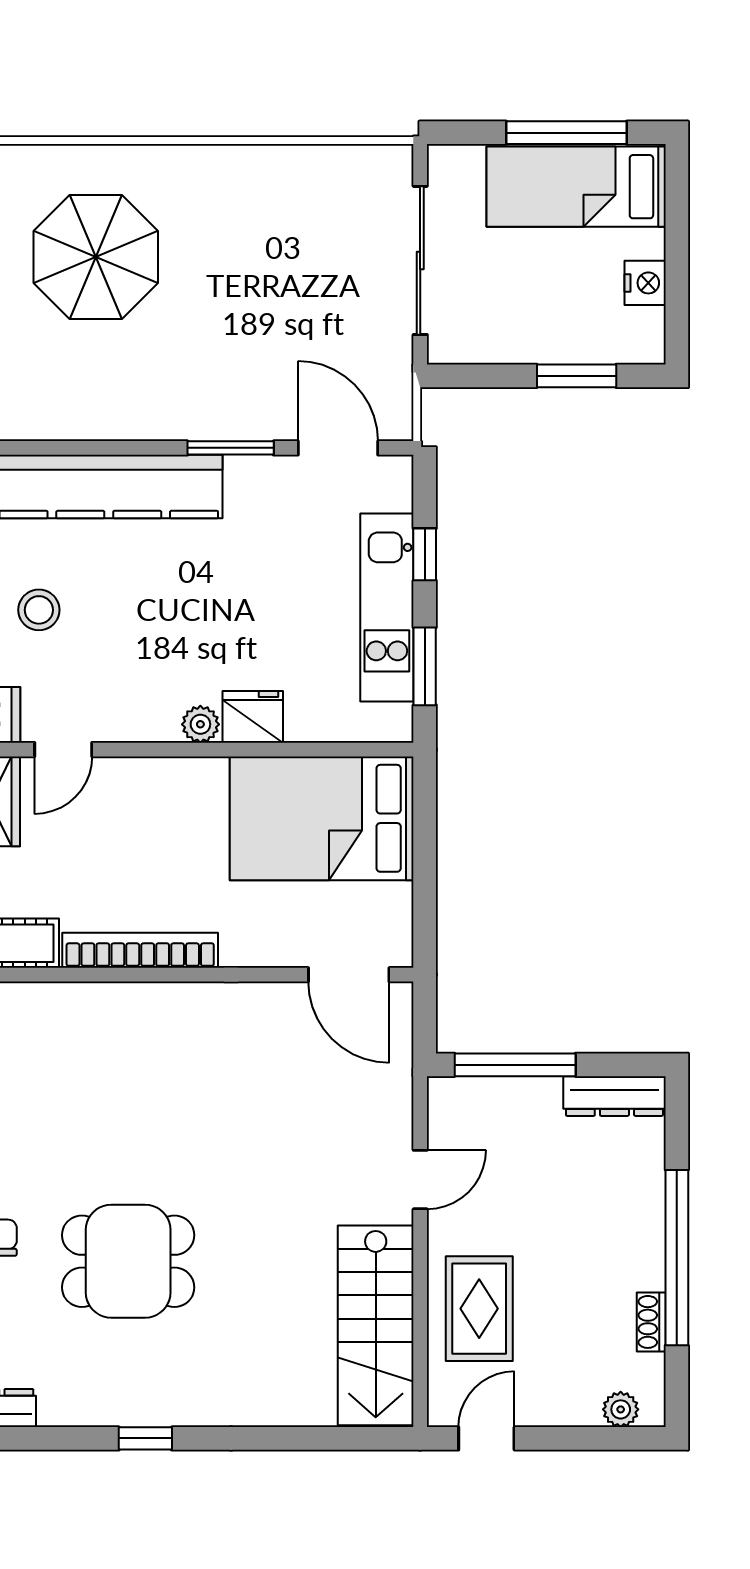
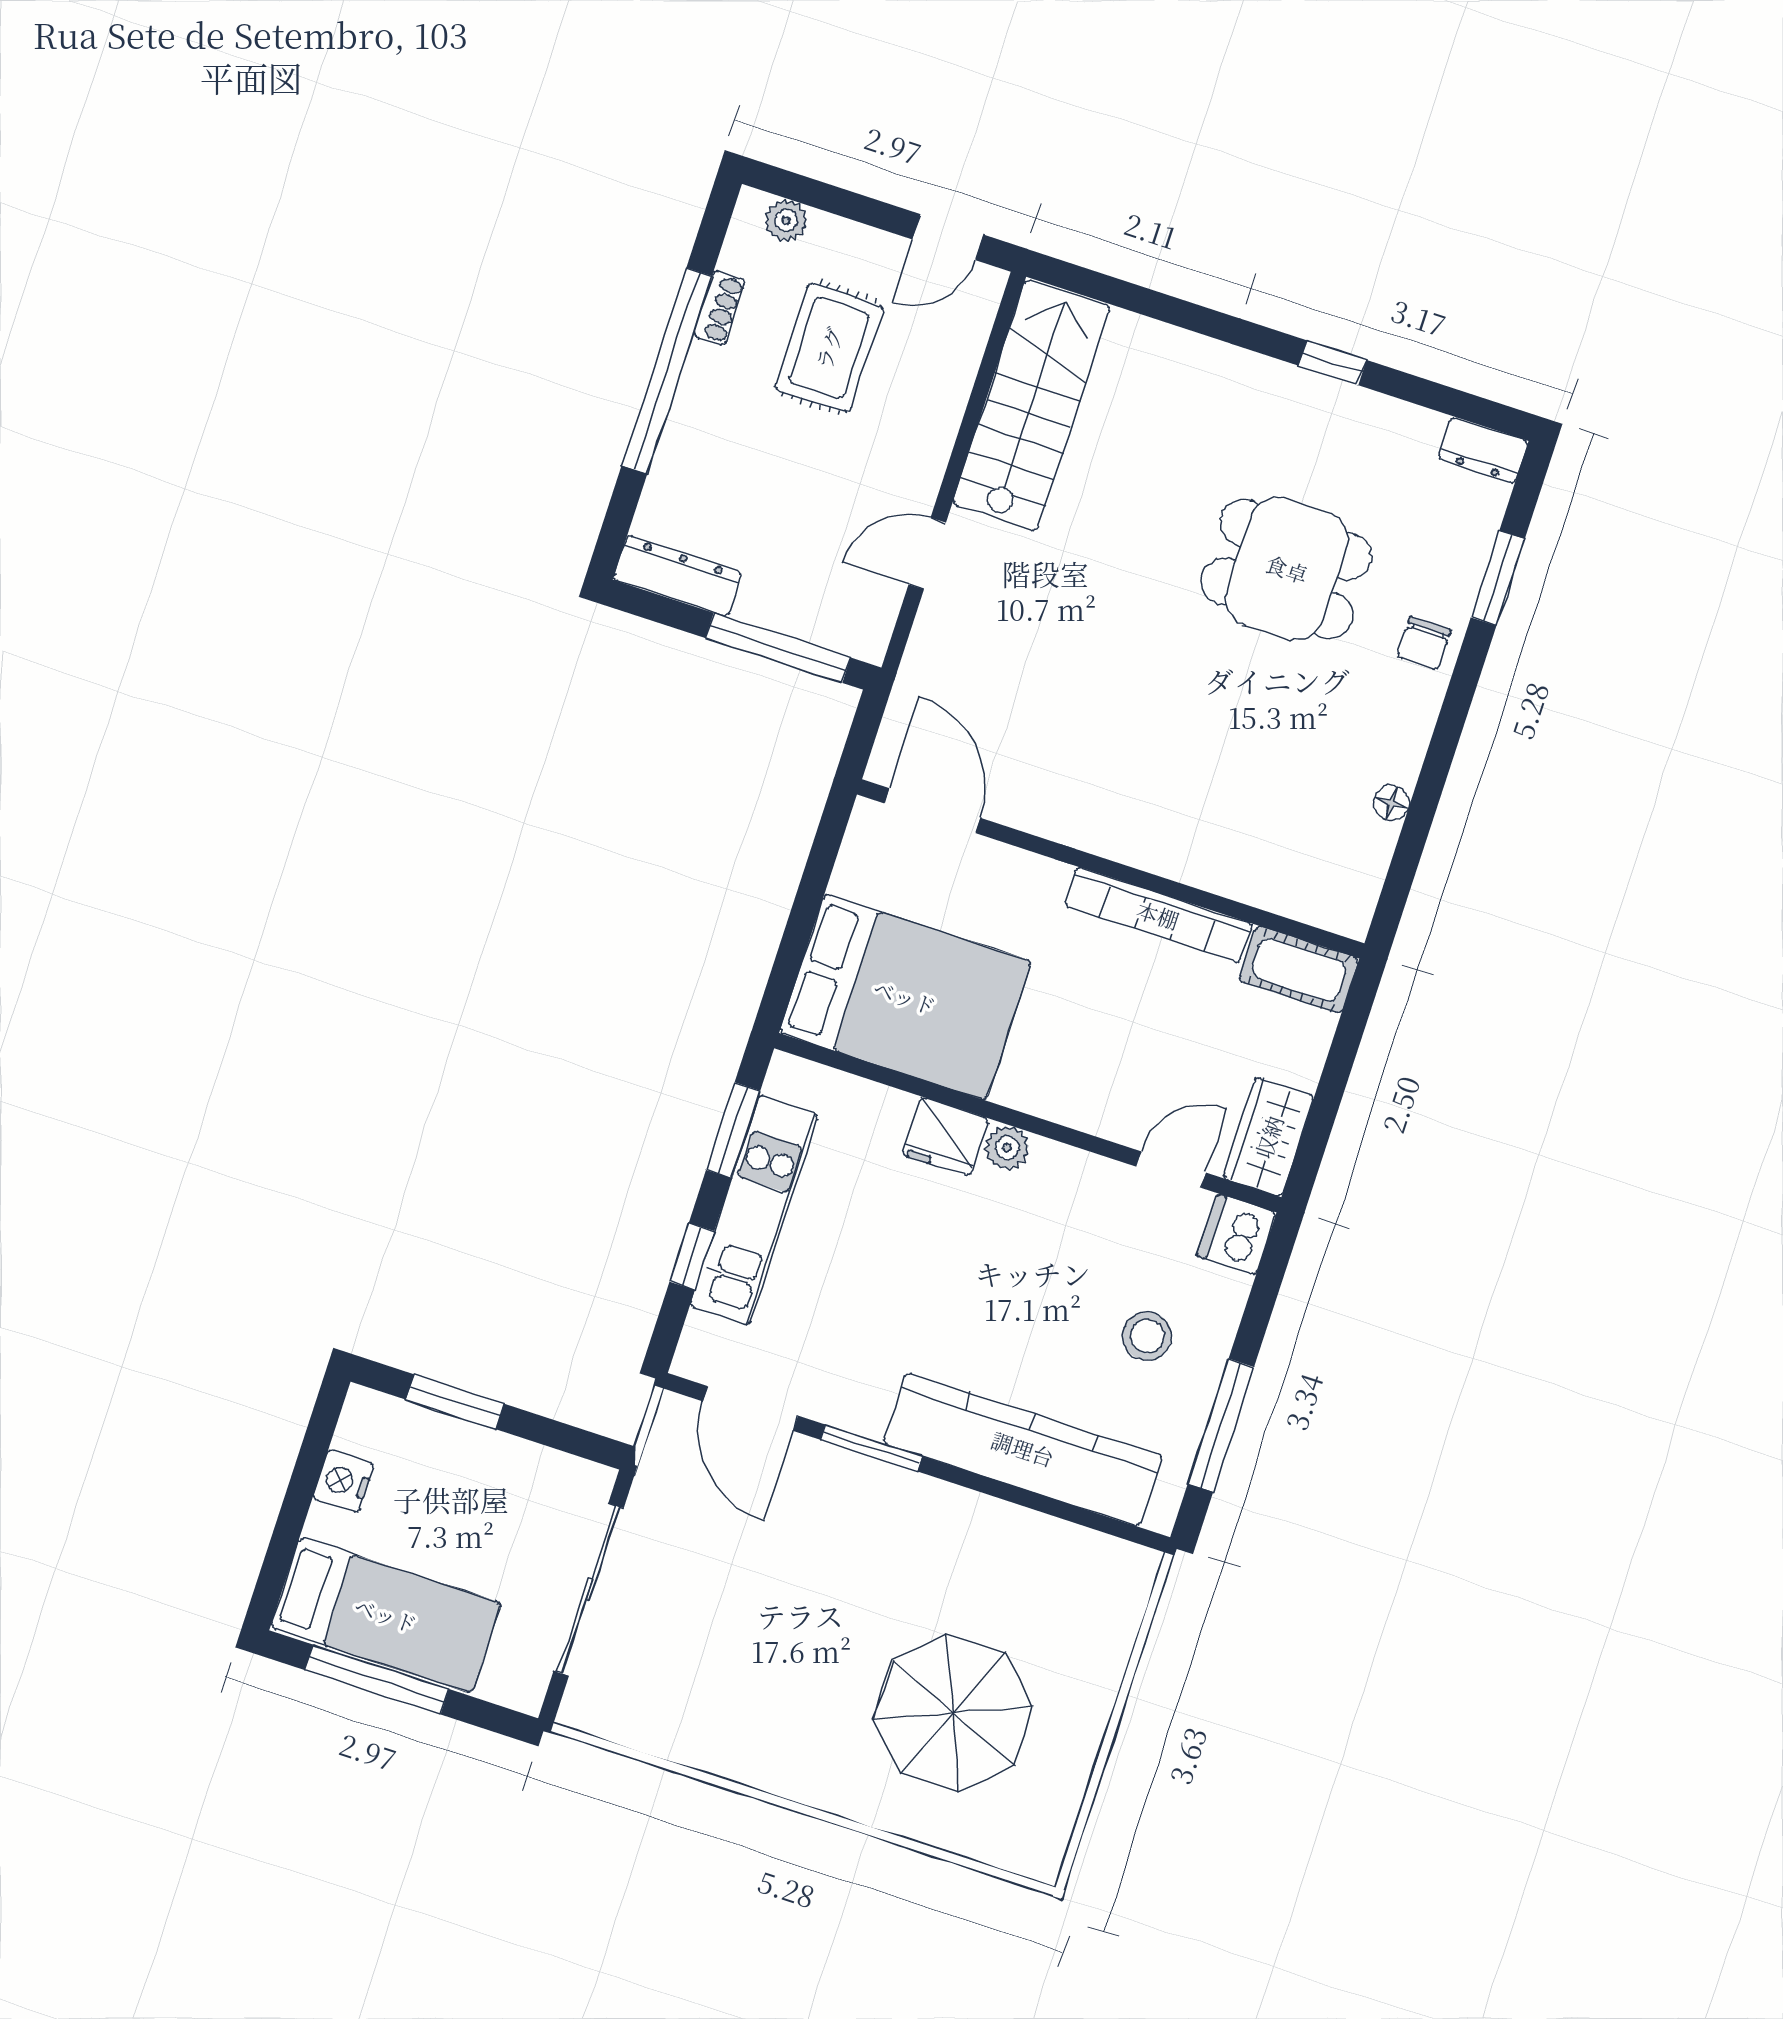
rug: (479, 1309) -> (829, 348), moved

